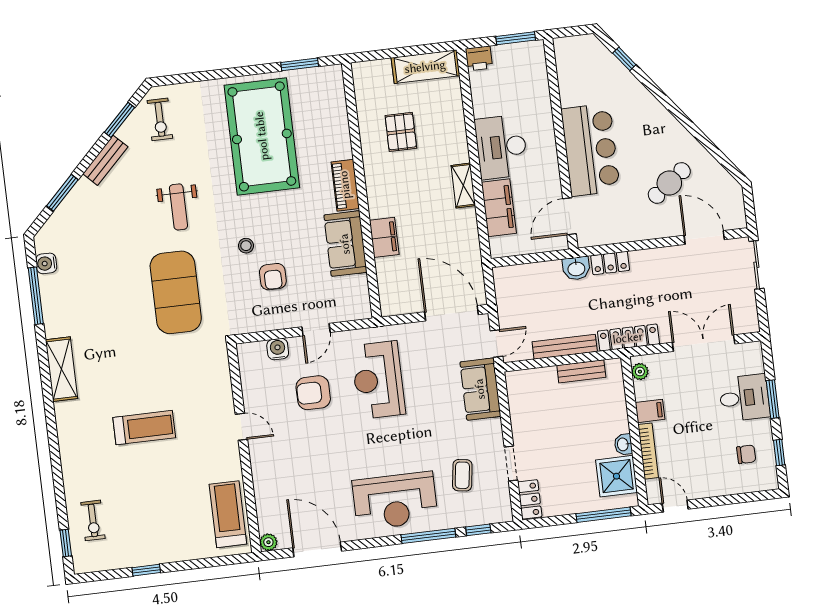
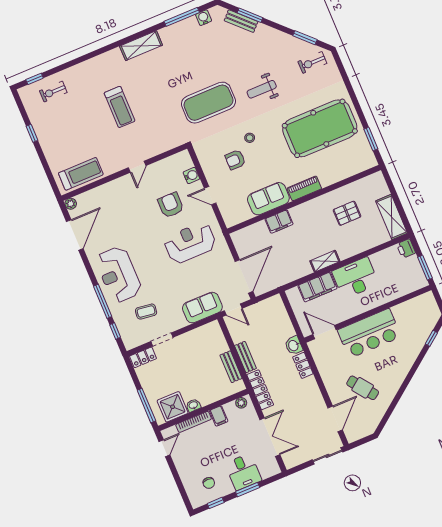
bench: (105, 160) -> (241, 21), moved
bench: (565, 347) -> (245, 357), width x0.73

